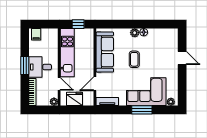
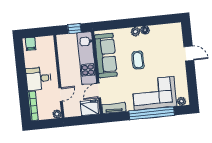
kitchen unit: (67, 53) -> (87, 58), moved, turned 180
window: (25, 66) -> (22, 79), removed
door: (59, 84) -> (61, 94), hinge flipped
fridge: (75, 99) -> (89, 108), moved
window: (142, 110) -> (152, 113), width x2.11

